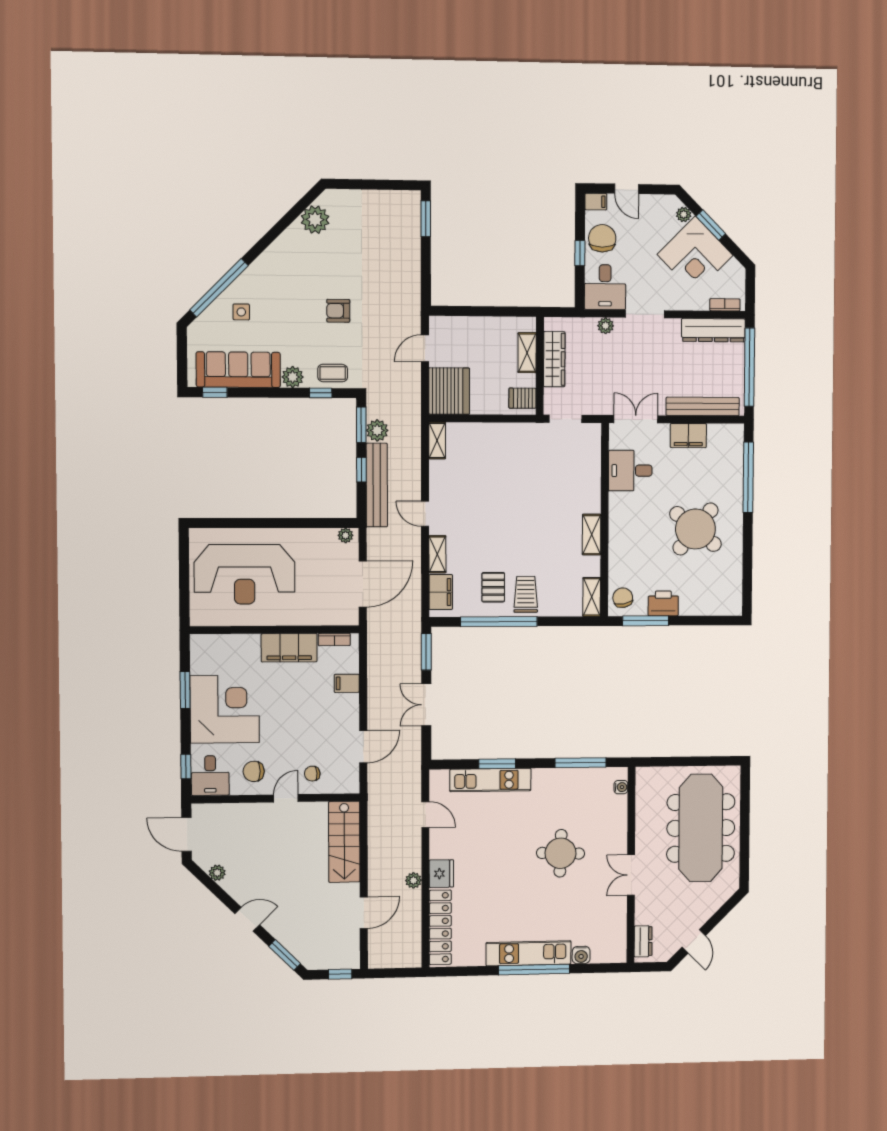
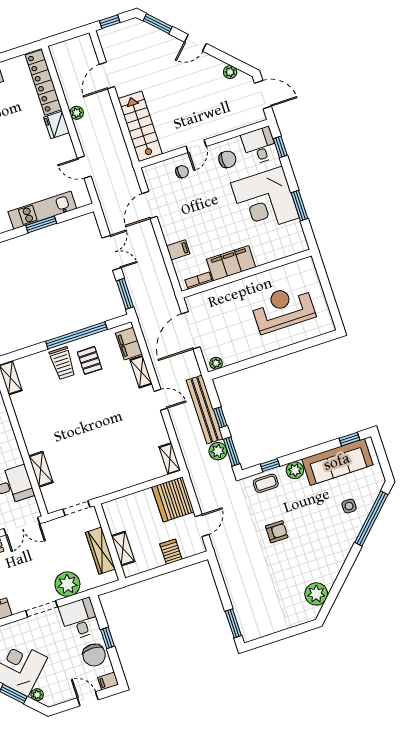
plant: (606, 326) -> (67, 584), width x1.88, depth x1.88
server rack: (522, 398) -> (171, 552), moved, turned -90
shelving: (592, 535) -> (41, 469), moved
reception desk: (245, 574) -> (283, 309), width x0.74, depth x0.77

